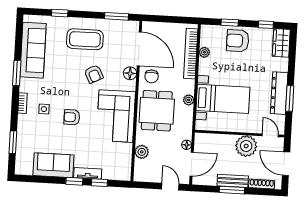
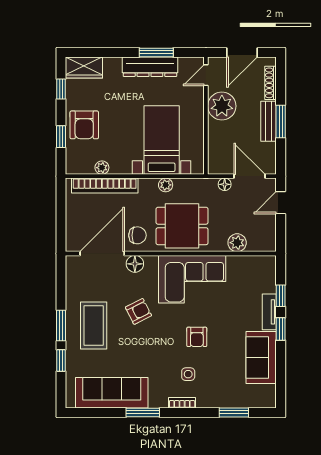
window: (116, 16) -> (61, 325), moved

